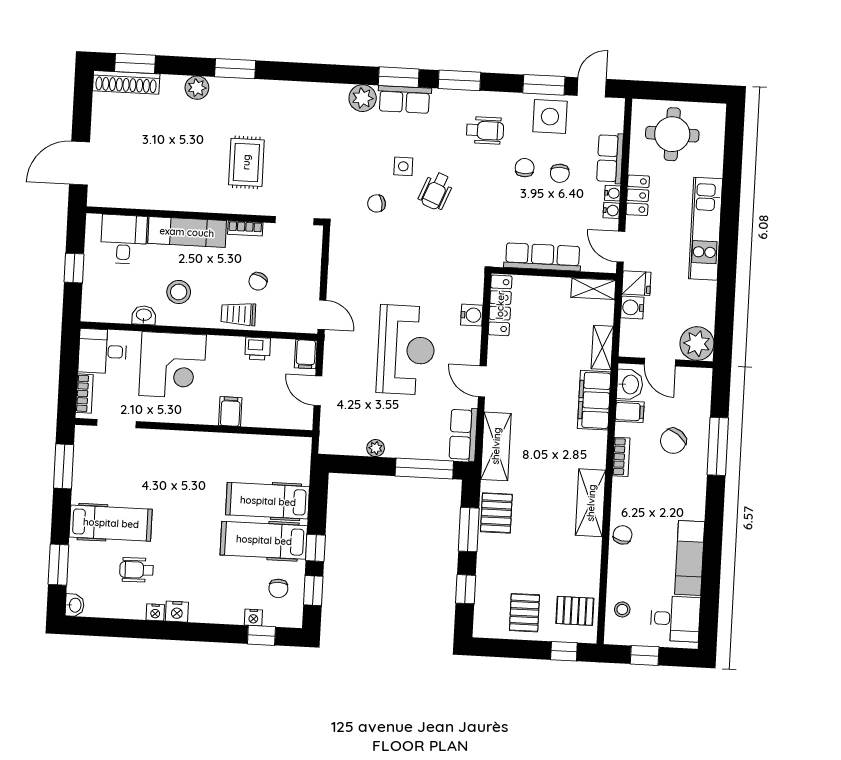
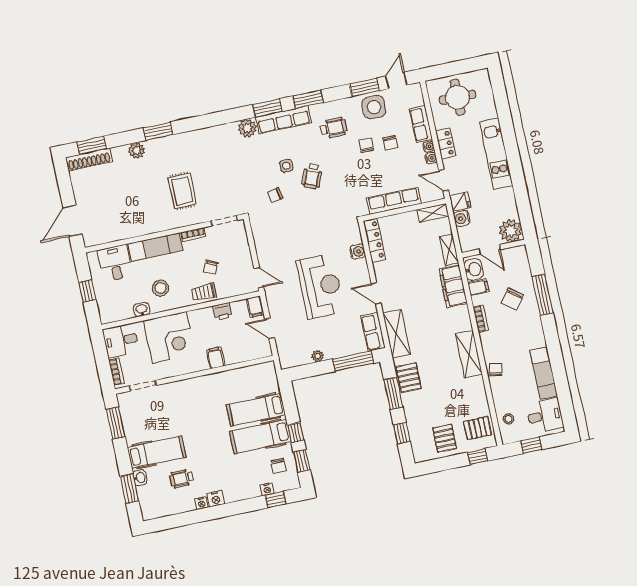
row of seats: (404, 99) -> (284, 120), width x1.48
washbasin: (75, 605) -> (140, 478), moved

